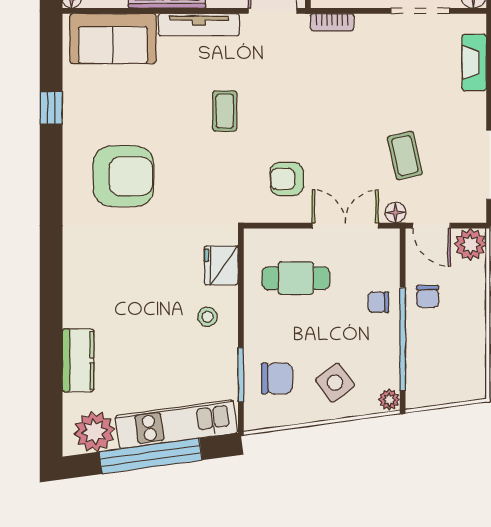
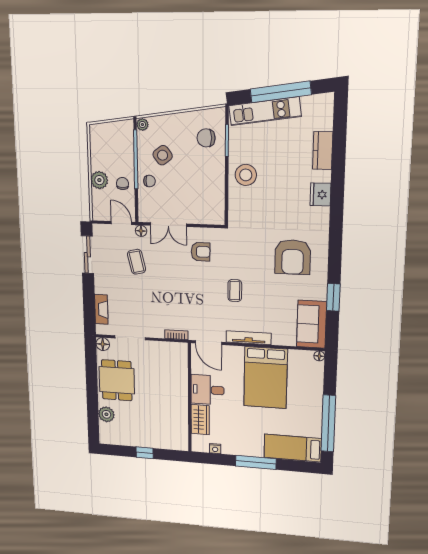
sofa: (113, 39) -> (312, 324), moved, turned -90
window: (51, 108) -> (333, 297), width x1.50
armchair: (124, 176) -> (293, 257), turned -90
plant: (470, 244) -> (99, 180), moved
fridge: (221, 265) -> (321, 194), moved, turned 180
cafe table: (296, 278) -> (195, 196), removed
stool: (207, 317) -> (246, 175), width x1.89, depth x1.89
side table: (335, 383) -> (163, 155), moved
plant: (94, 432) -> (314, 107), removed

